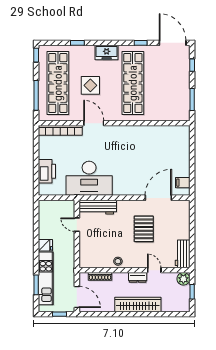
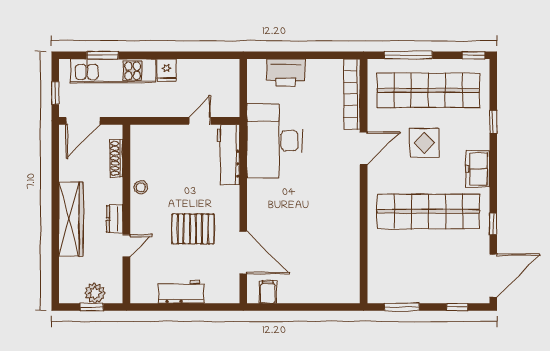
workbench: (183, 254) -> (181, 292), moved
plant: (183, 279) -> (95, 293), moved

